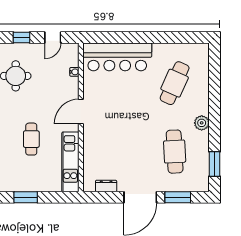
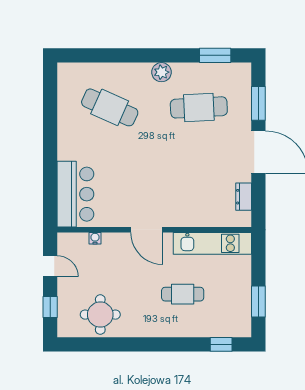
bar counter: (117, 57) -> (75, 194), width x0.73

